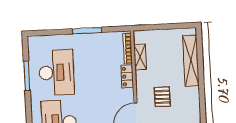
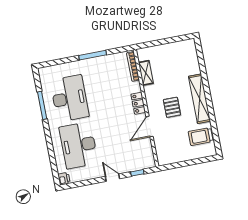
shelving: (191, 61) -> (199, 99), moved
locker: (127, 77) -> (138, 103), moved

